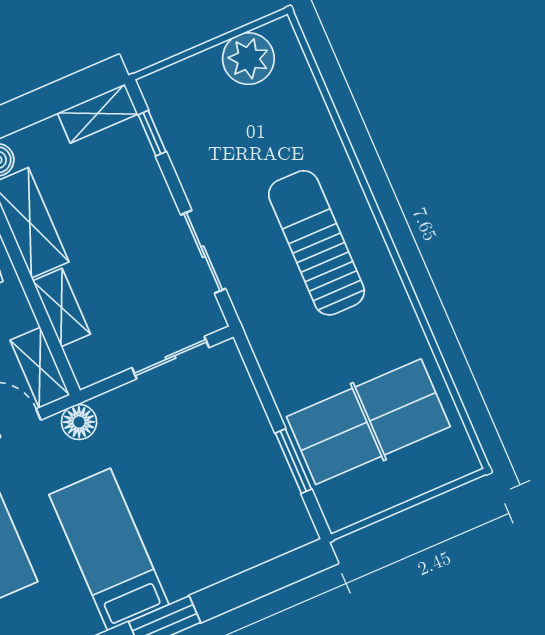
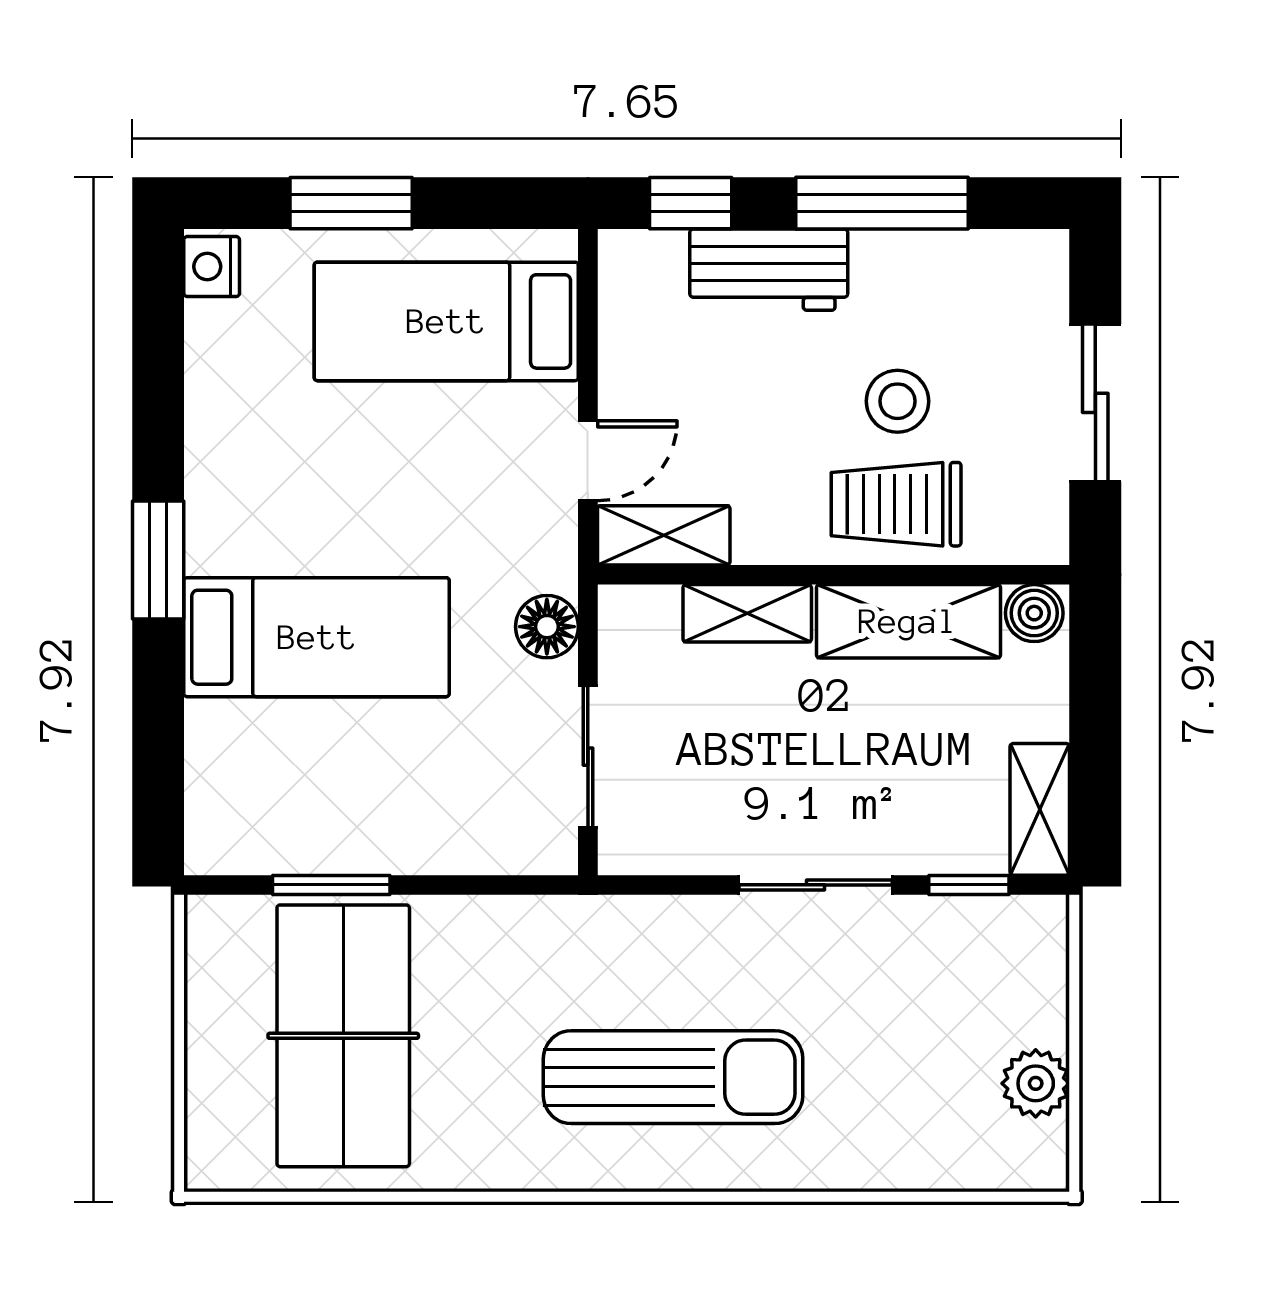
plant: (248, 59) -> (1036, 1083), width x0.73, depth x0.73
sliding door: (203, 252) -> (816, 885), moved
floor lamp: (79, 422) -> (547, 627), moved
bed: (109, 550) -> (317, 637), moved

